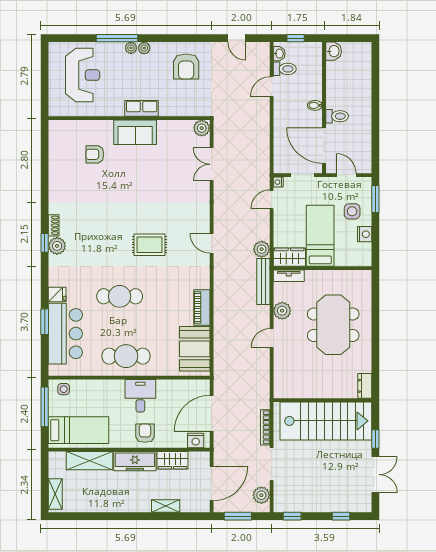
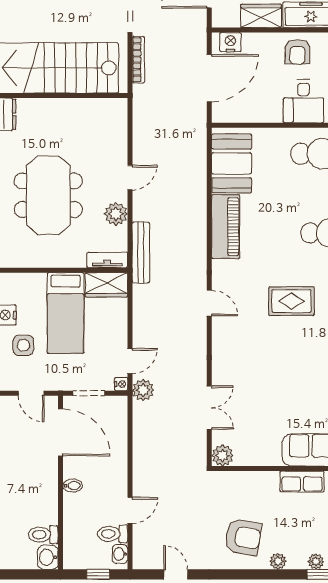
plant: (144, 48) -> (278, 561), moved
armchair: (186, 66) -> (243, 537), turned 100
toilet: (337, 116) -> (43, 535), moved
plant: (262, 249) -> (143, 390), moved
piano: (202, 307) -> (226, 227), width x1.37, depth x1.33

